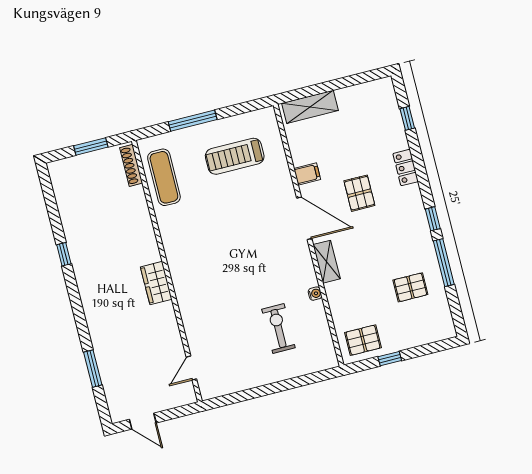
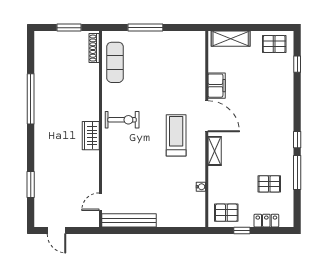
treadmill: (235, 156) -> (176, 135), moved, turned 90
locker: (406, 168) -> (266, 221), moved, turned 90
filing cabinet: (307, 174) -> (217, 86), width x2.00
pallet: (359, 193) -> (274, 44), moved, turned 90
window: (64, 254) -> (31, 99), width x3.17
water cooler: (315, 294) -> (201, 187), moved
exercise bike: (278, 328) -> (122, 120), moved, turned 90
bench: (236, 383) -> (129, 220), added

